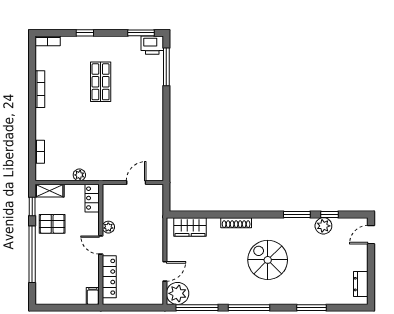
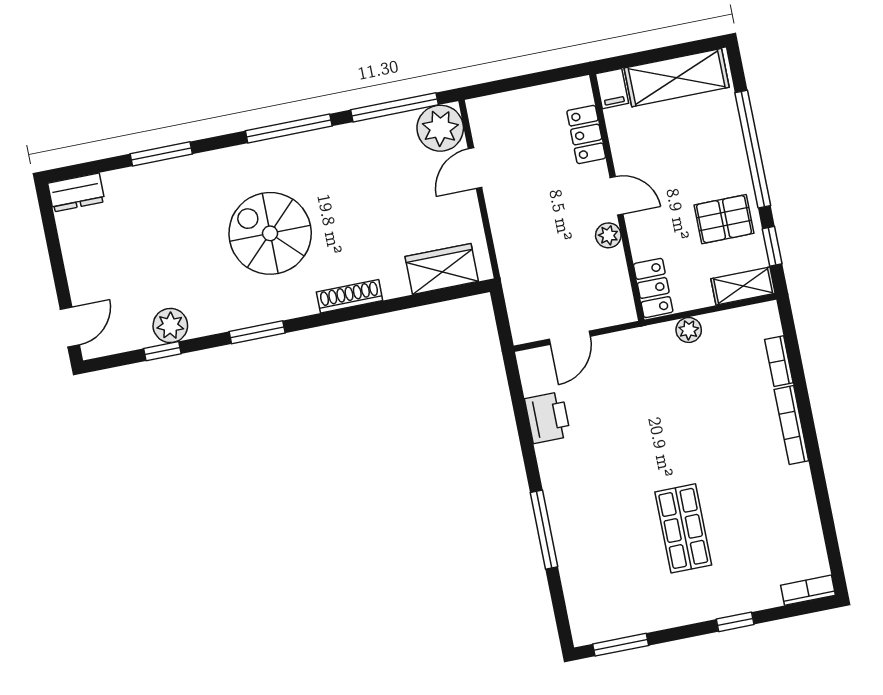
printer: (152, 45) -> (548, 418), moved, turned 90
window: (166, 67) -> (544, 530), moved
bookcase: (40, 89) -> (791, 425), moved
window: (297, 215) -> (257, 332), moved
spiral stairs: (268, 260) -> (270, 233), turned 180
locker: (109, 277) -> (586, 134), width x0.66
dresser: (361, 284) -> (76, 192), moved, turned 90
shelving: (61, 295) -> (677, 78), added

